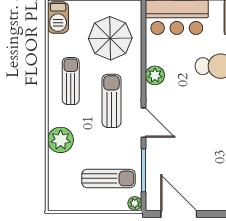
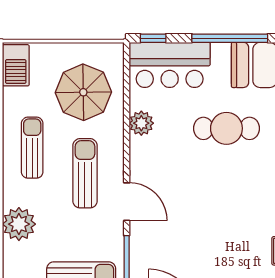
plant: (155, 75) -> (141, 123), moved

